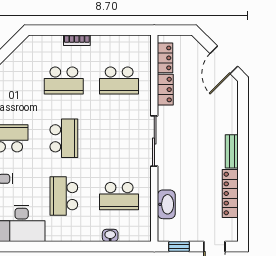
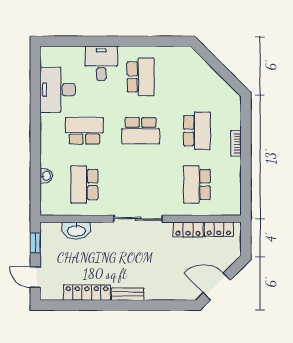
school desk: (64, 80) -> (197, 131), turned 180

